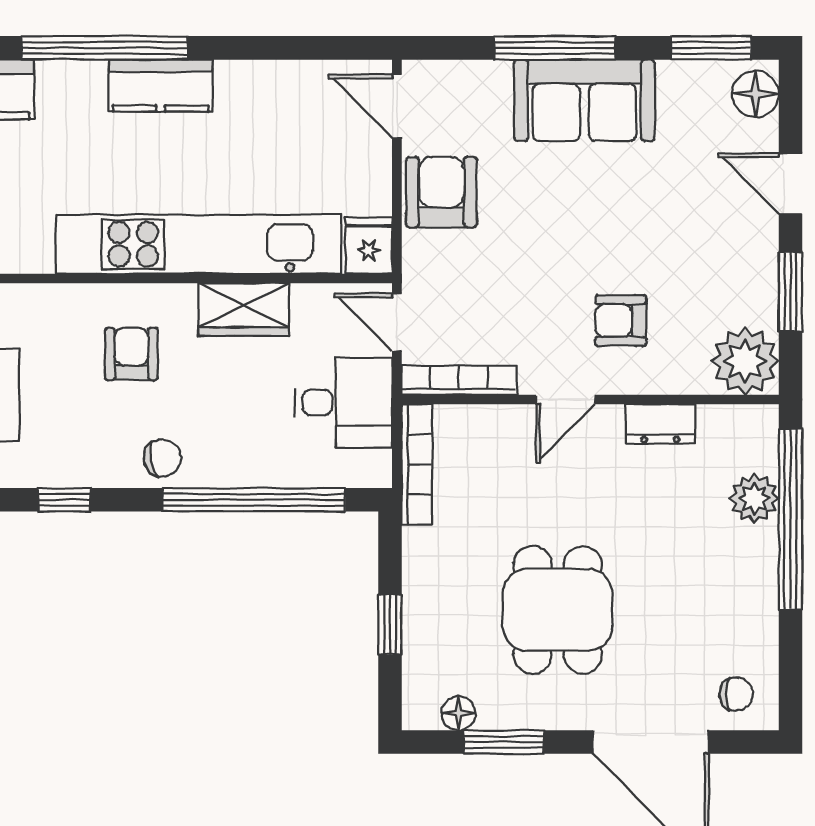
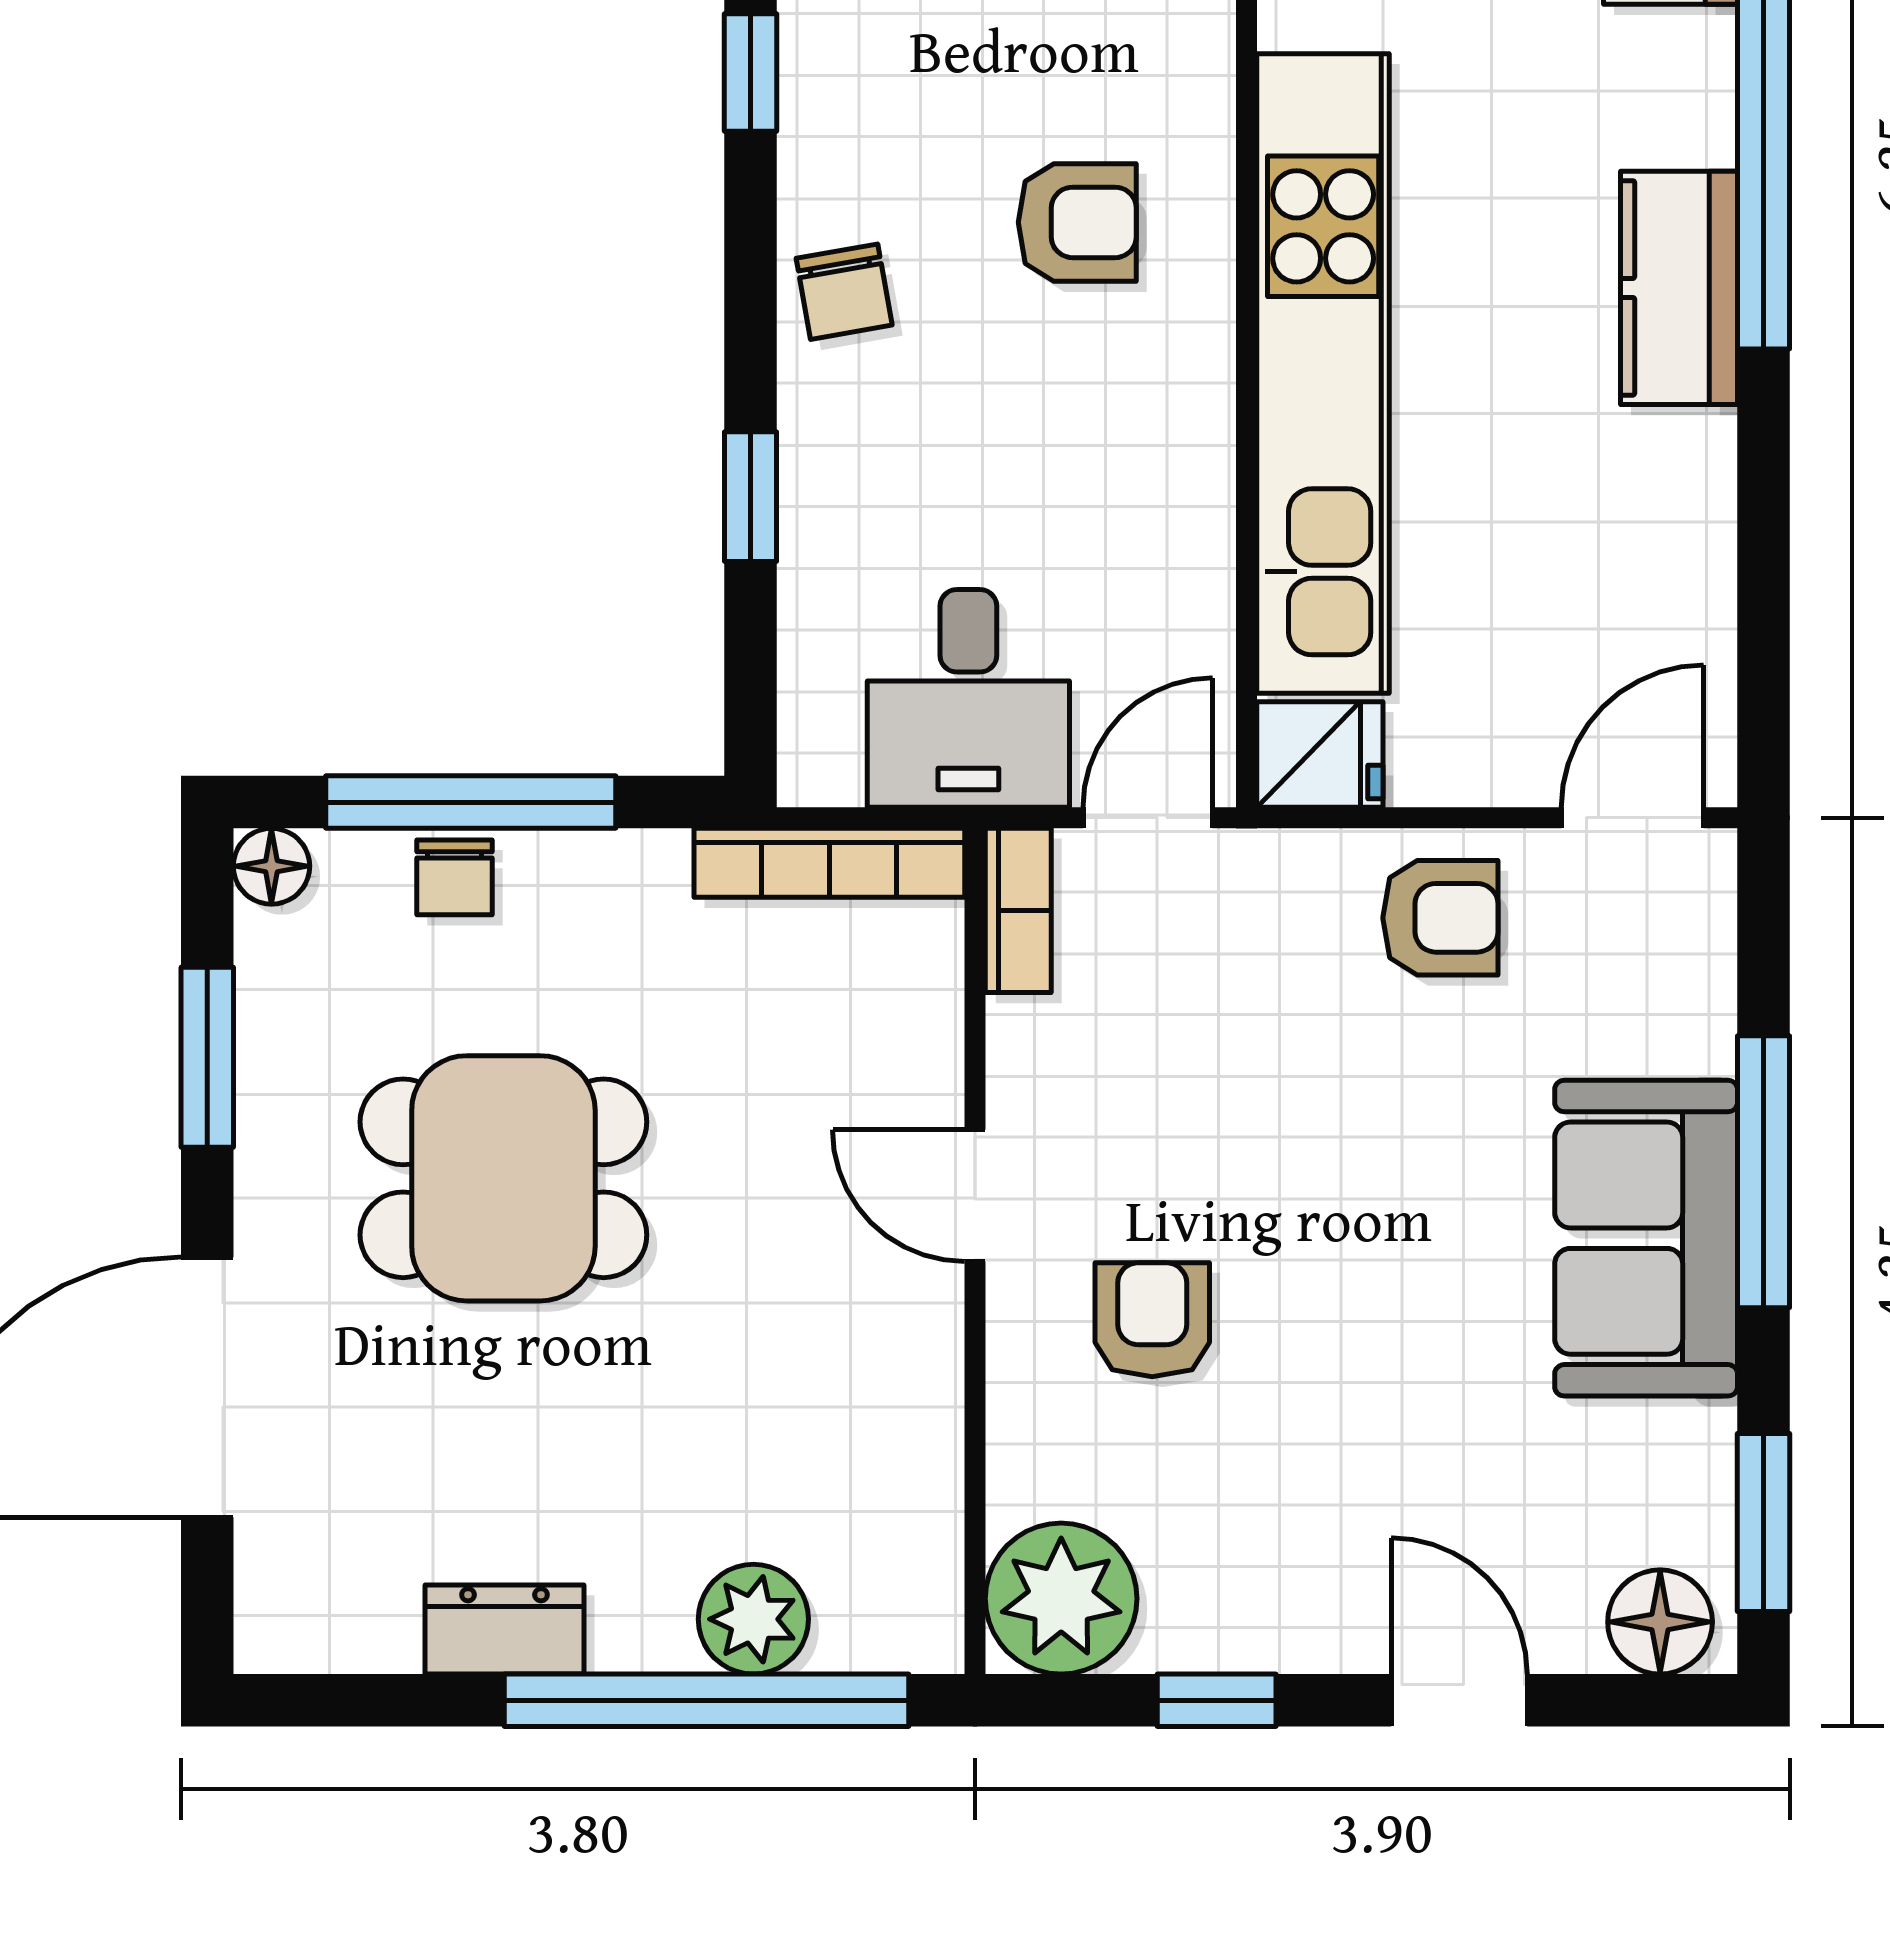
door: (790, 184) -> (1459, 1700), hinge flipped
armchair: (442, 192) -> (1440, 918), width x0.72, depth x0.72
window: (790, 292) -> (1217, 1700), width x0.67
wardrobe: (244, 309) -> (1177, 474), removed
bookcase: (459, 380) -> (1018, 910), width x0.64
dresser: (660, 424) -> (505, 1630), moved, turned 90
window: (254, 500) -> (750, 497), width x0.32
window: (390, 624) -> (471, 802), width x2.17
chair: (736, 694) -> (455, 877), moved
floor lamp: (459, 713) -> (271, 866), moved

